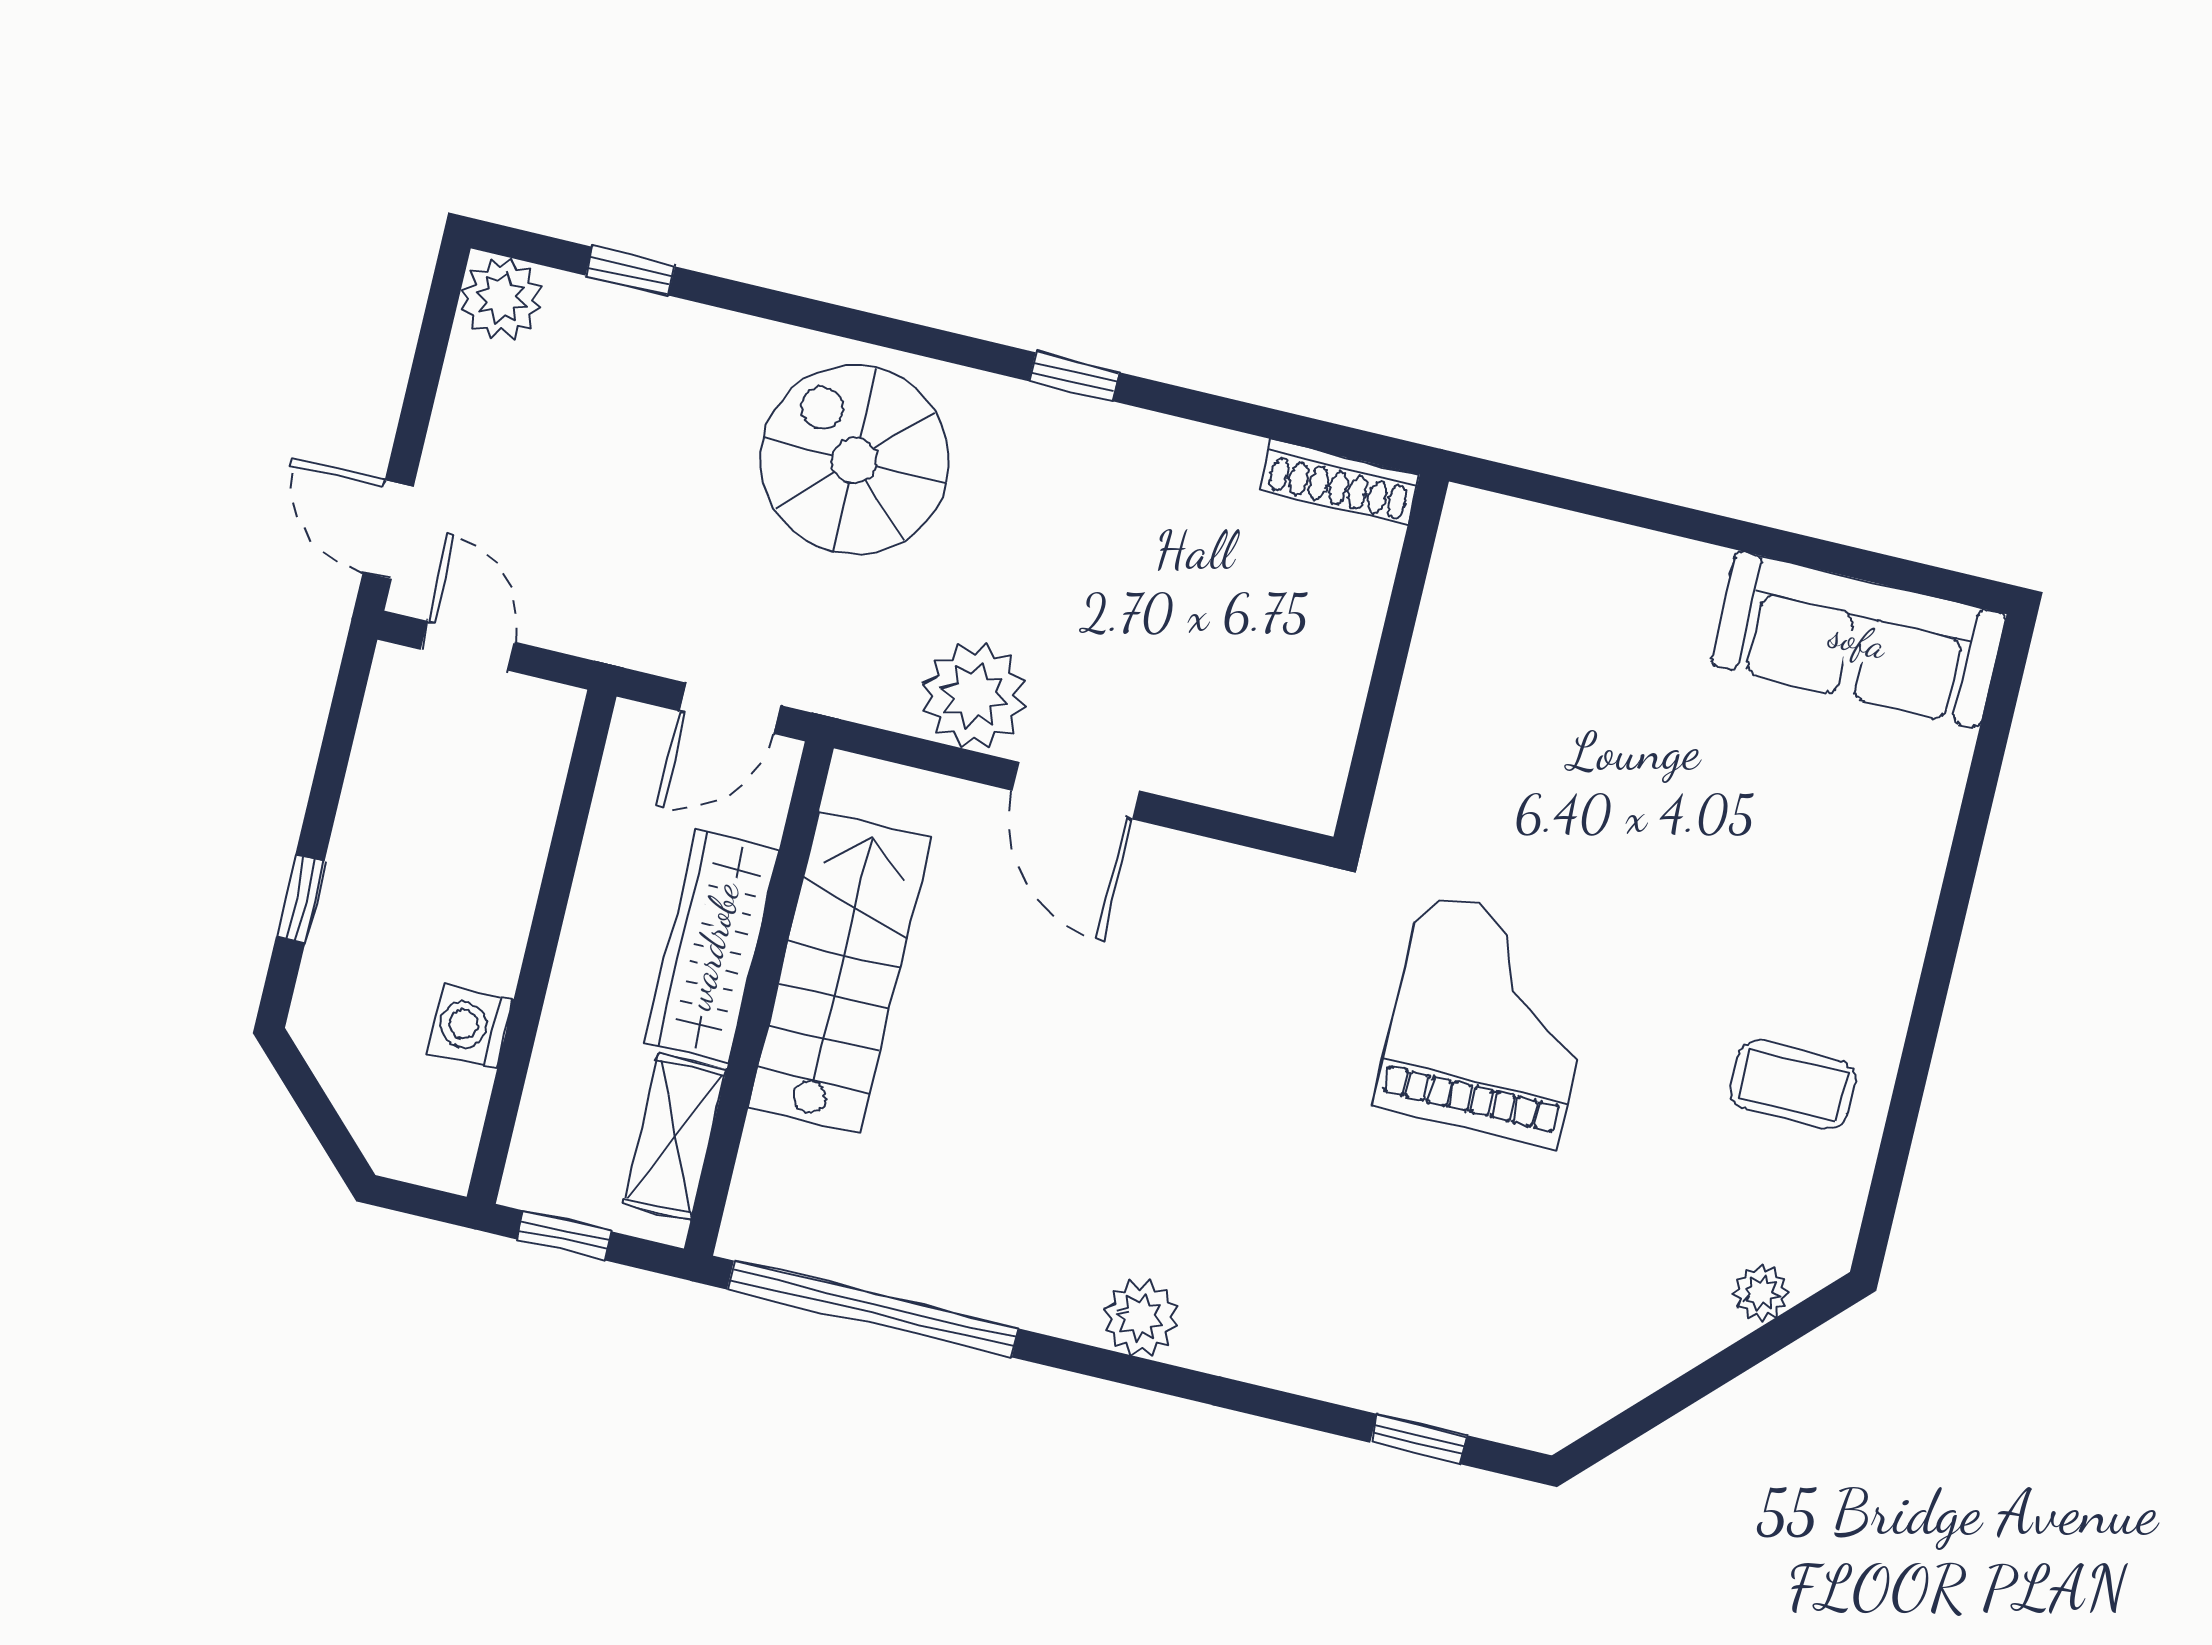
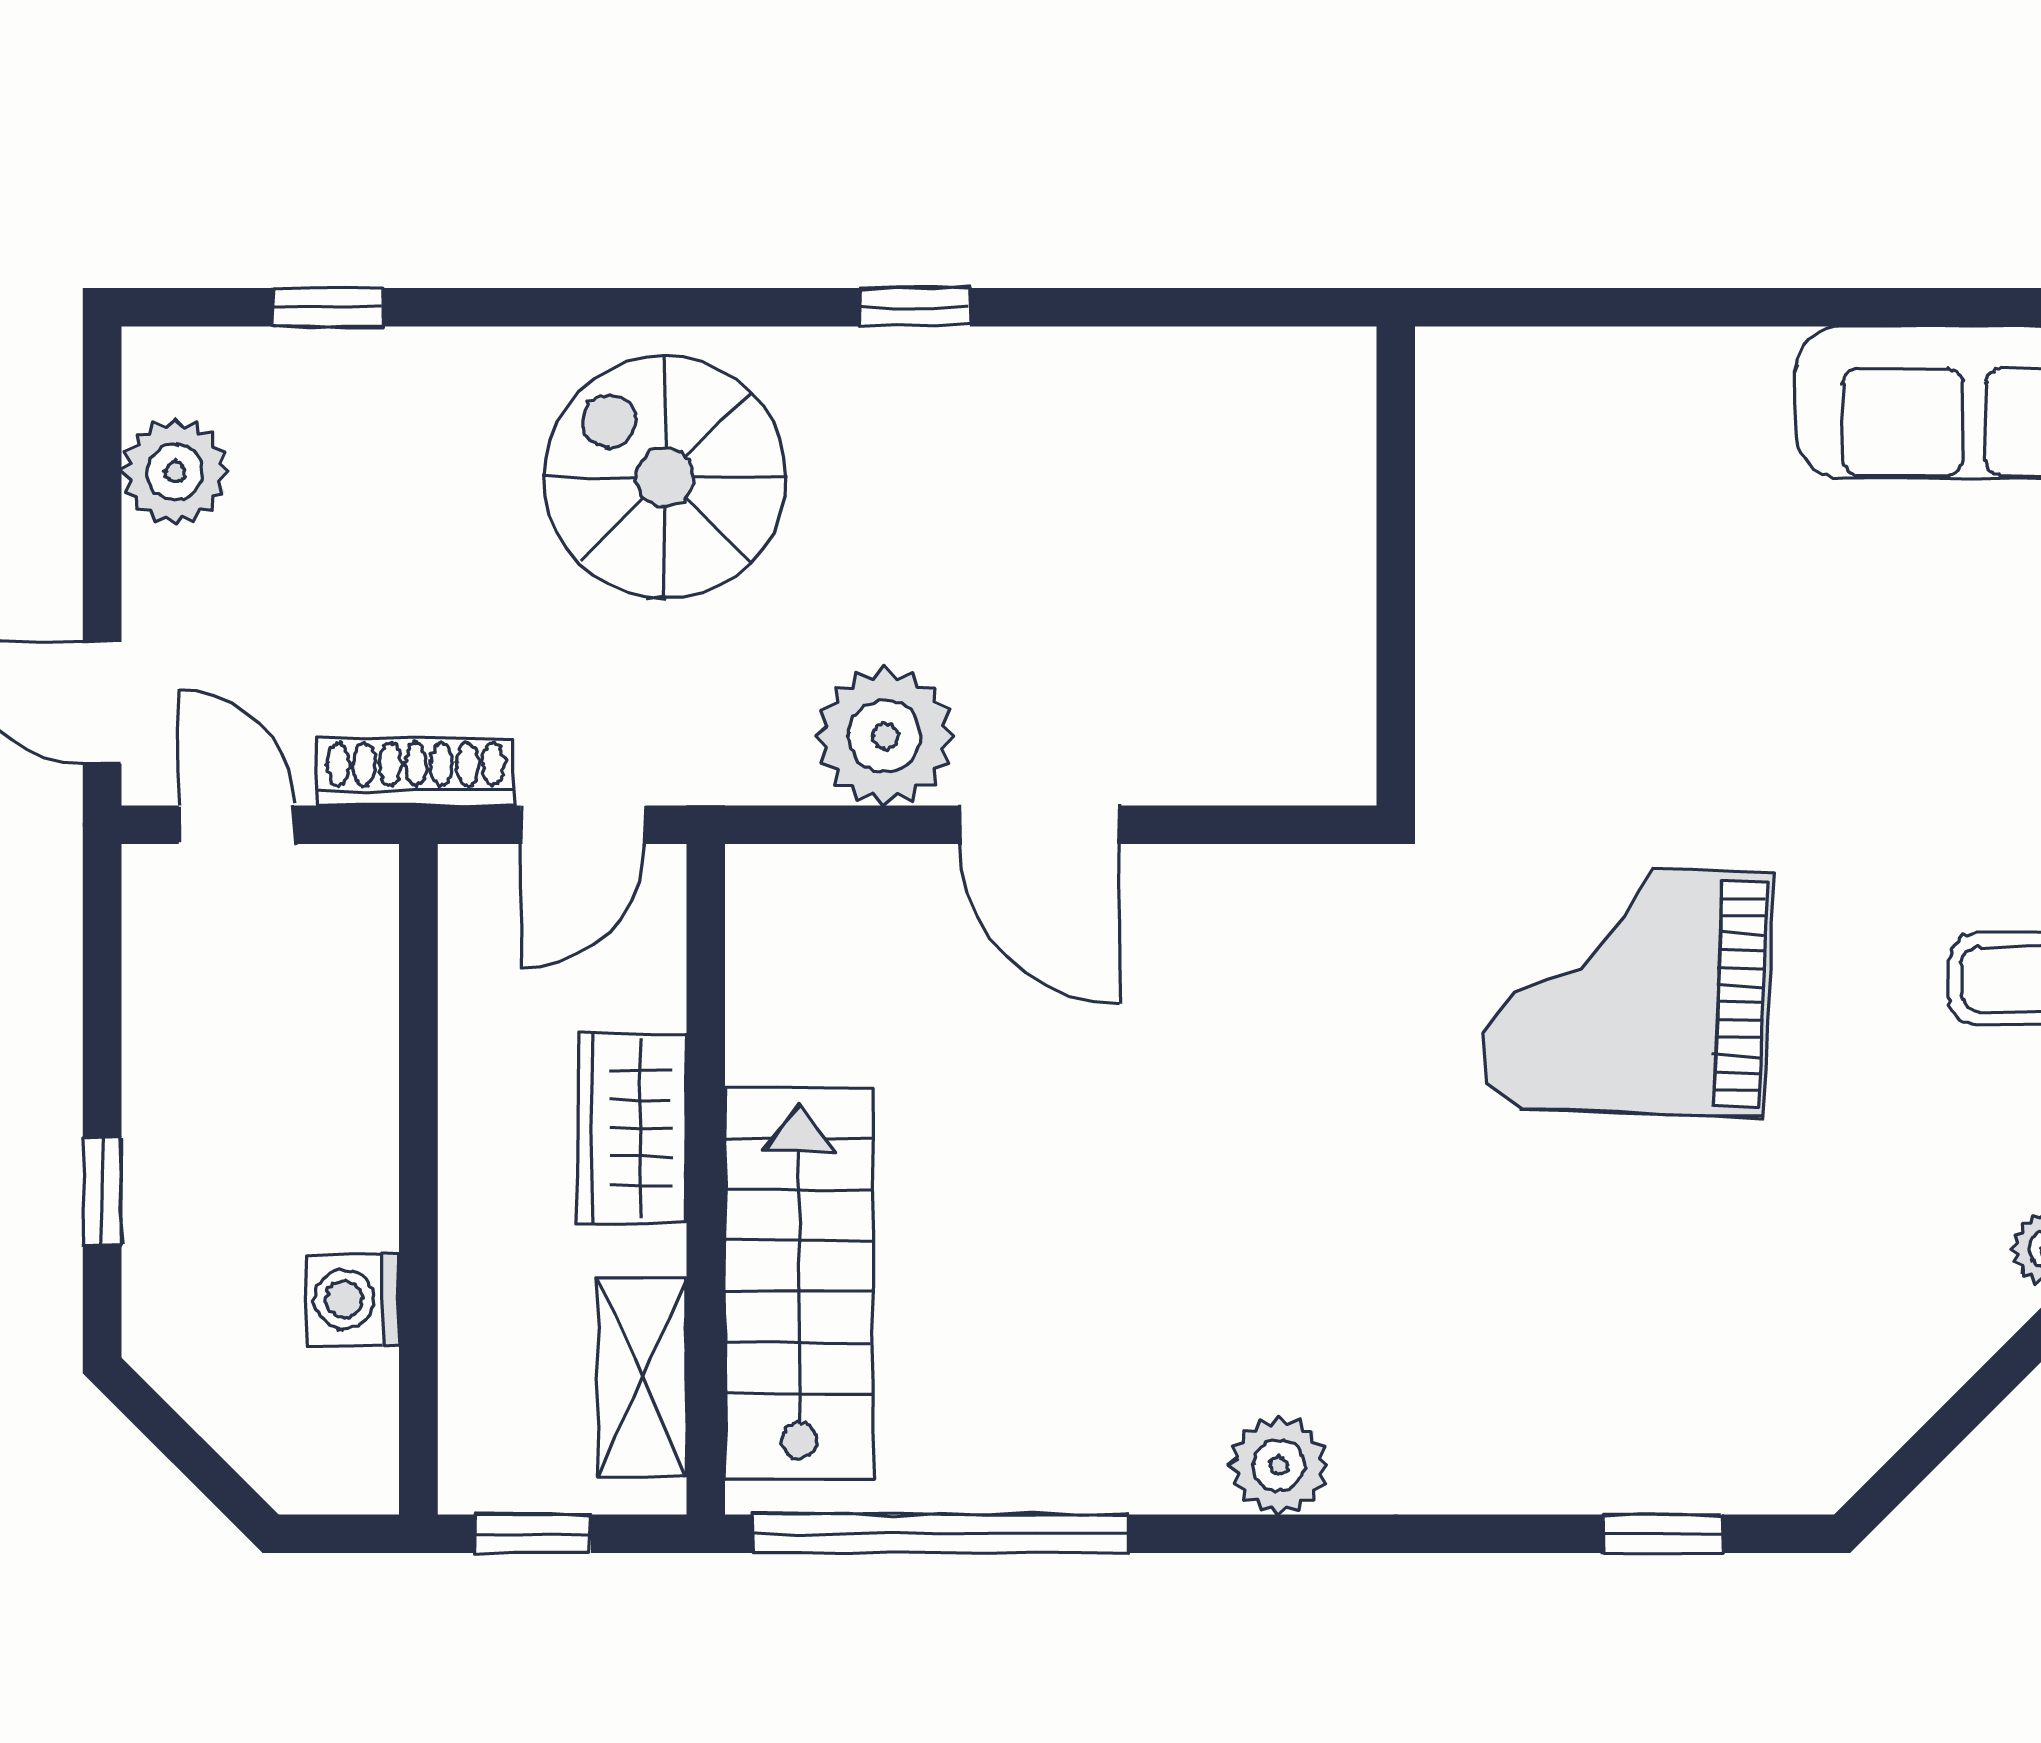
plant: (502, 299) -> (175, 472), moved
shoe rack: (1339, 482) -> (416, 772), moved, turned 180
wardrobe: (712, 946) -> (632, 1128), width x0.67
stairs: (840, 972) -> (799, 1284), moved
grand piano: (1489, 1021) -> (1627, 990), turned -88

